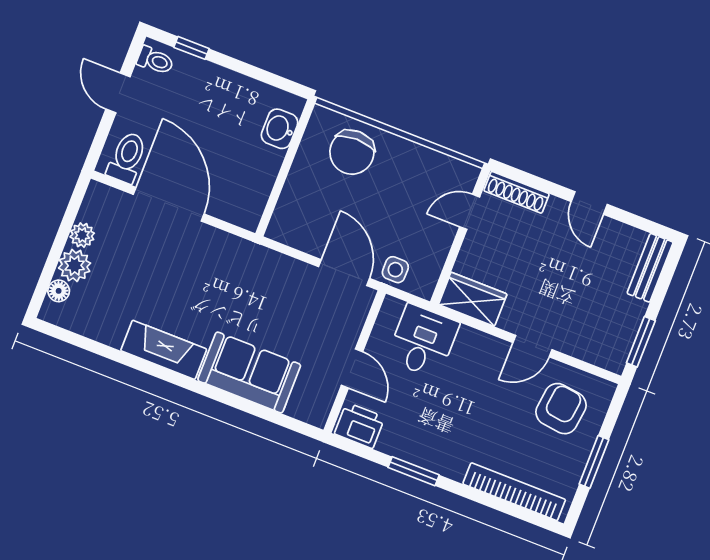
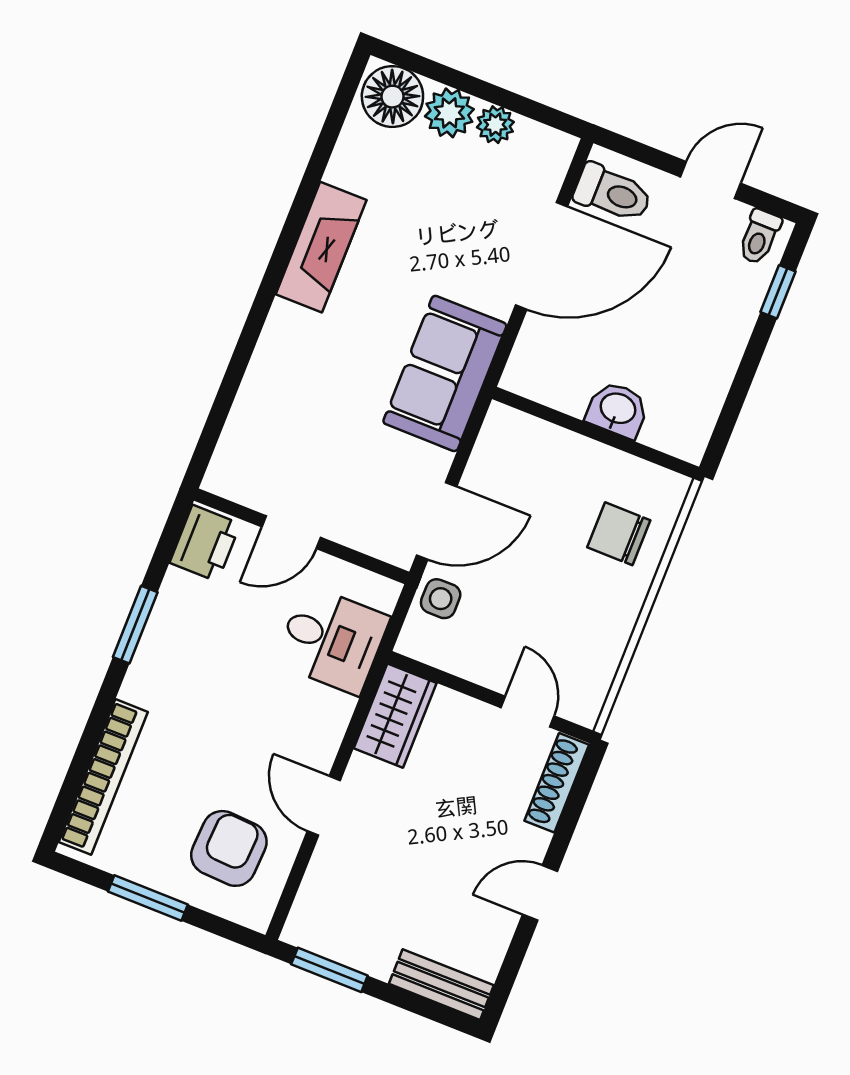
washbasin: (280, 129) -> (618, 410), moved
chair: (352, 152) -> (619, 534), width x0.73, depth x0.73
floor lamp: (59, 291) -> (392, 97), width x1.89, depth x1.89
sofa: (249, 373) -> (445, 373), moved, turned 180
armchair: (561, 409) -> (229, 848), turned -94

